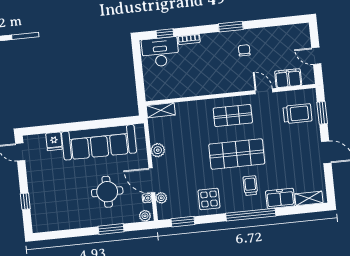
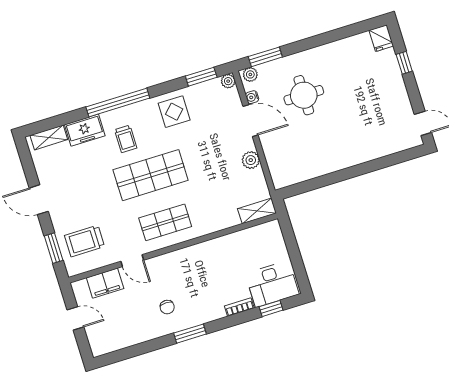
fridge: (54, 141) -> (381, 38), moved, turned 180
sofa: (99, 142) -> (326, 155), removed
plant: (161, 198) -> (228, 81), moved
window: (111, 229) -> (265, 57), moved

